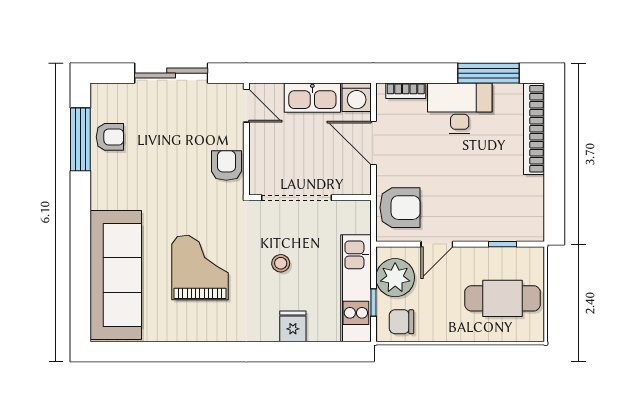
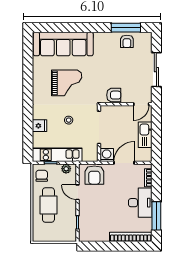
washing machine: (357, 97) -> (107, 155), moved, turned 90
plant: (395, 278) -> (66, 169), width x0.53, depth x0.53
cafe table: (503, 298) -> (48, 205), moved

